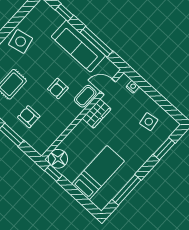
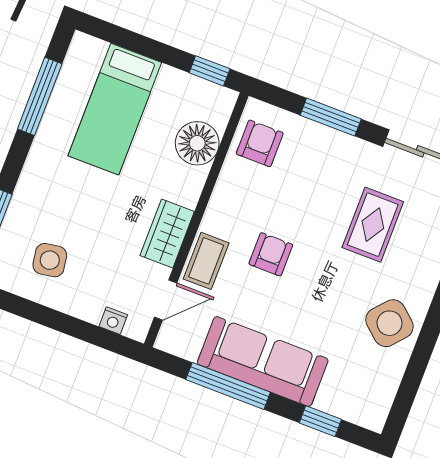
side table: (21, 41) -> (389, 323), turned -37
armchair: (29, 117) -> (260, 143), moved, turned -90
floor lamp: (58, 159) -> (197, 143), moved

